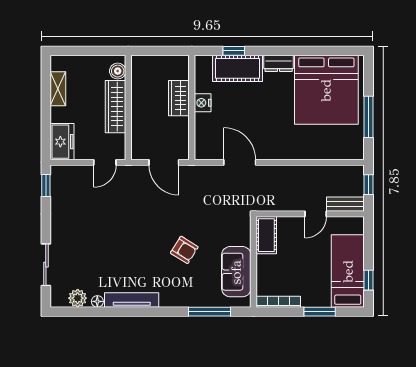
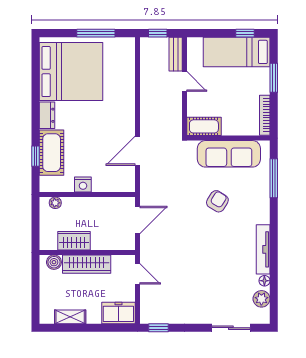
plant: (183, 72) -> (55, 203), added
wardrobe: (179, 98) -> (74, 241), moved, turned 180
sofa: (236, 272) -> (229, 154), width x1.36

